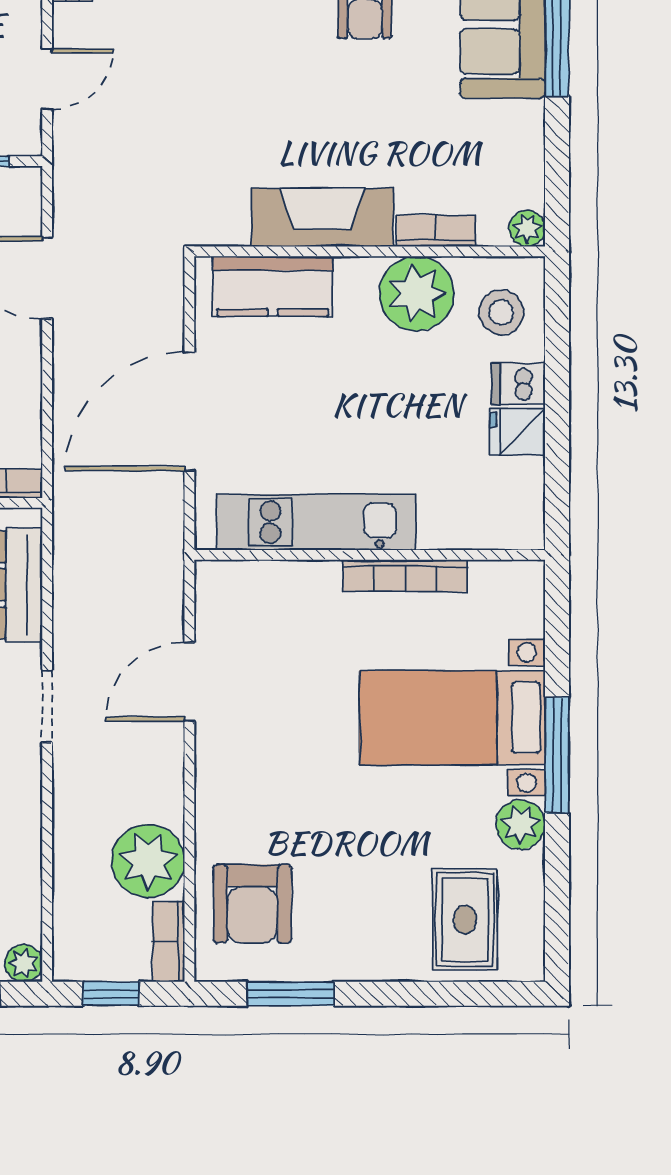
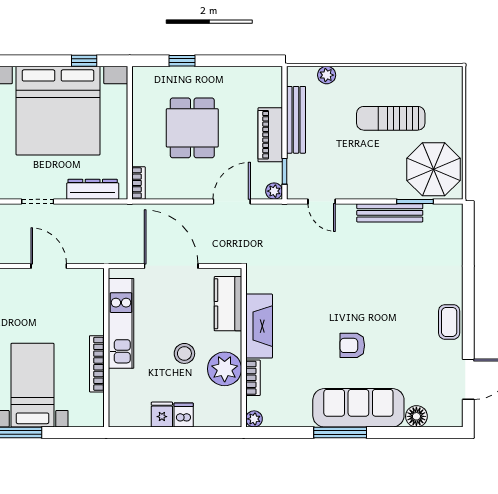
plant: (24, 184) -> (274, 191), added
stool: (501, 312) -> (184, 353), moved

